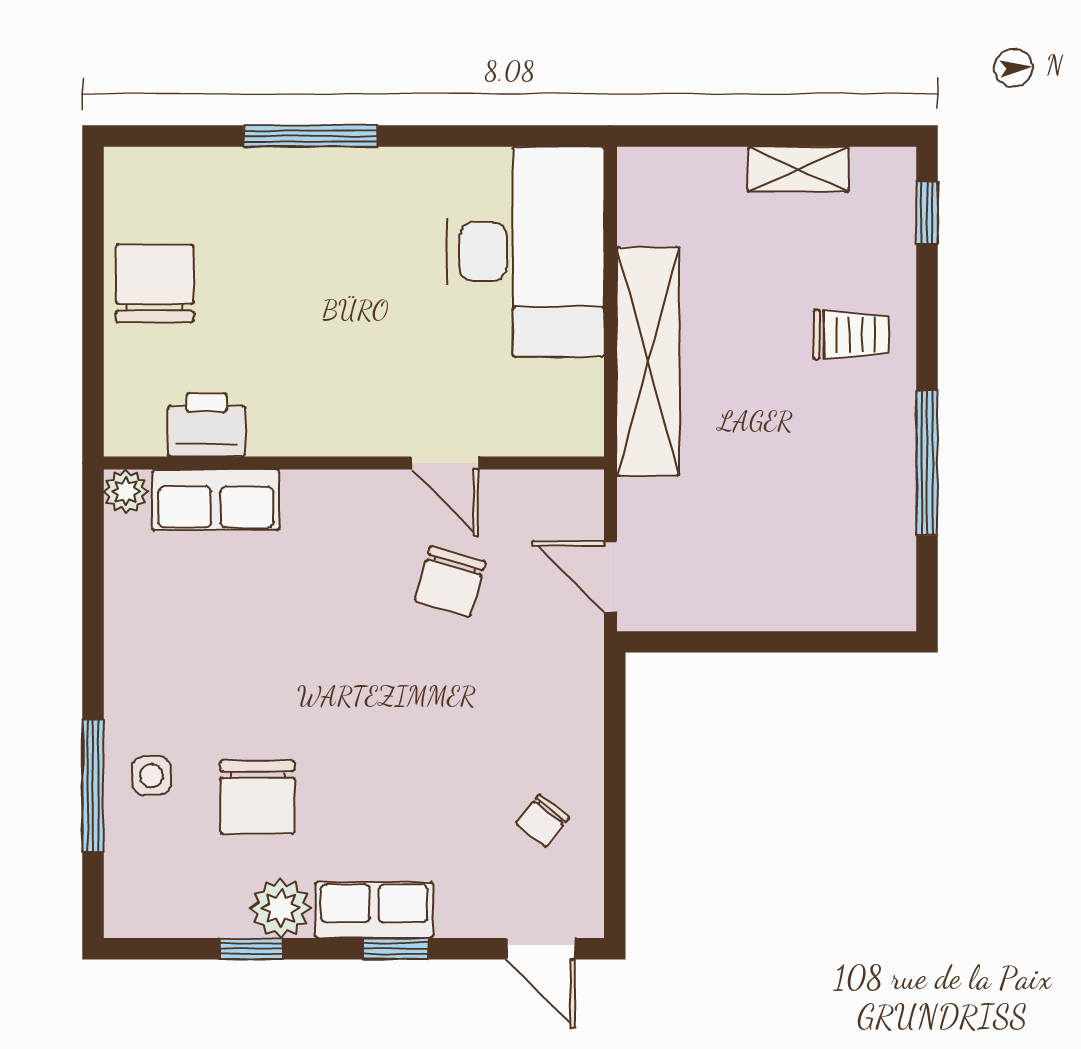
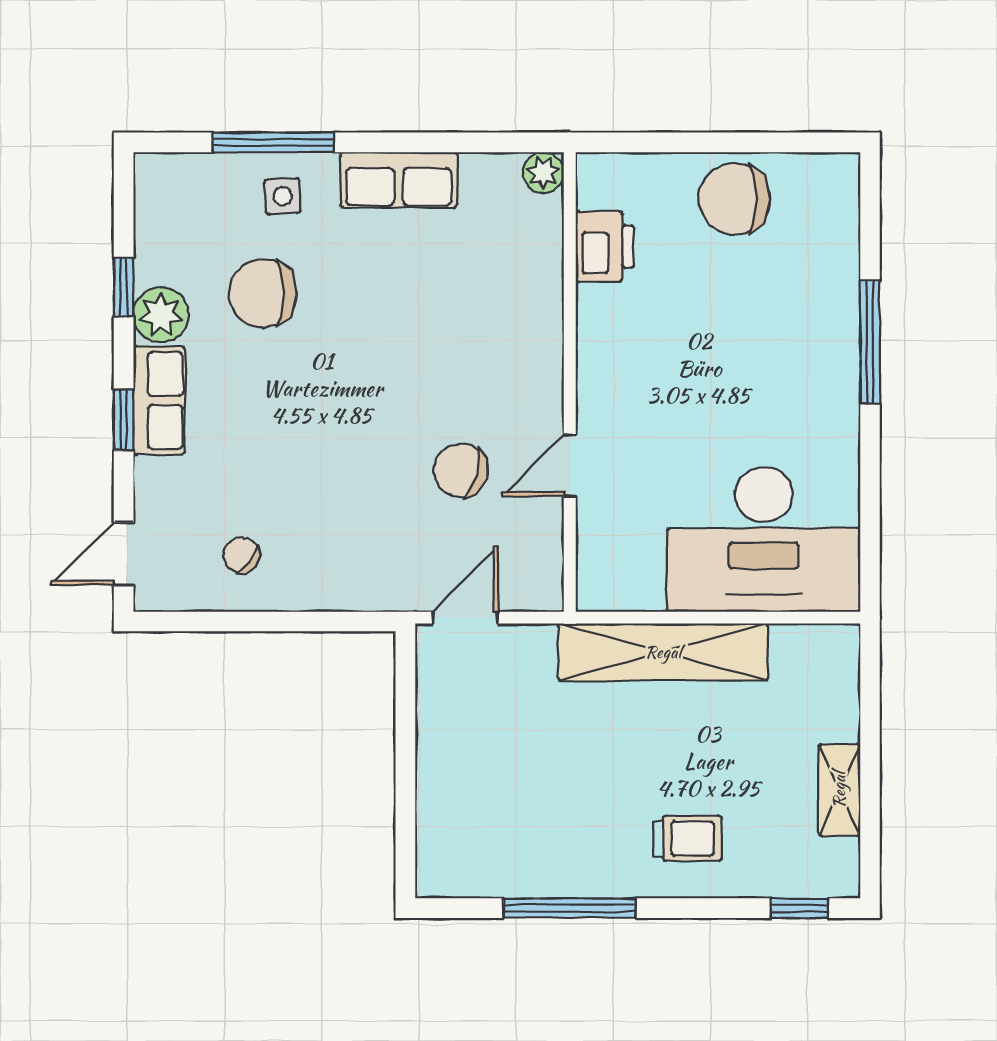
chair: (155, 284) -> (734, 199), turned 180
trolley: (851, 335) -> (688, 838), turned -90
row of seats: (216, 500) -> (399, 180), moved, turned -90

